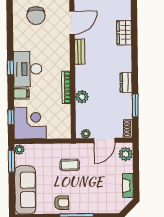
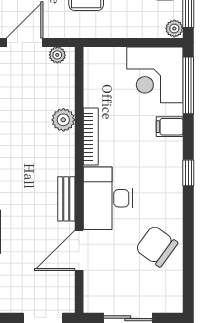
chair: (36, 16) -> (157, 246), moved, turned -54
desk: (27, 69) -> (108, 198), moved, turned 180
window: (11, 117) -> (188, 85), width x2.17

